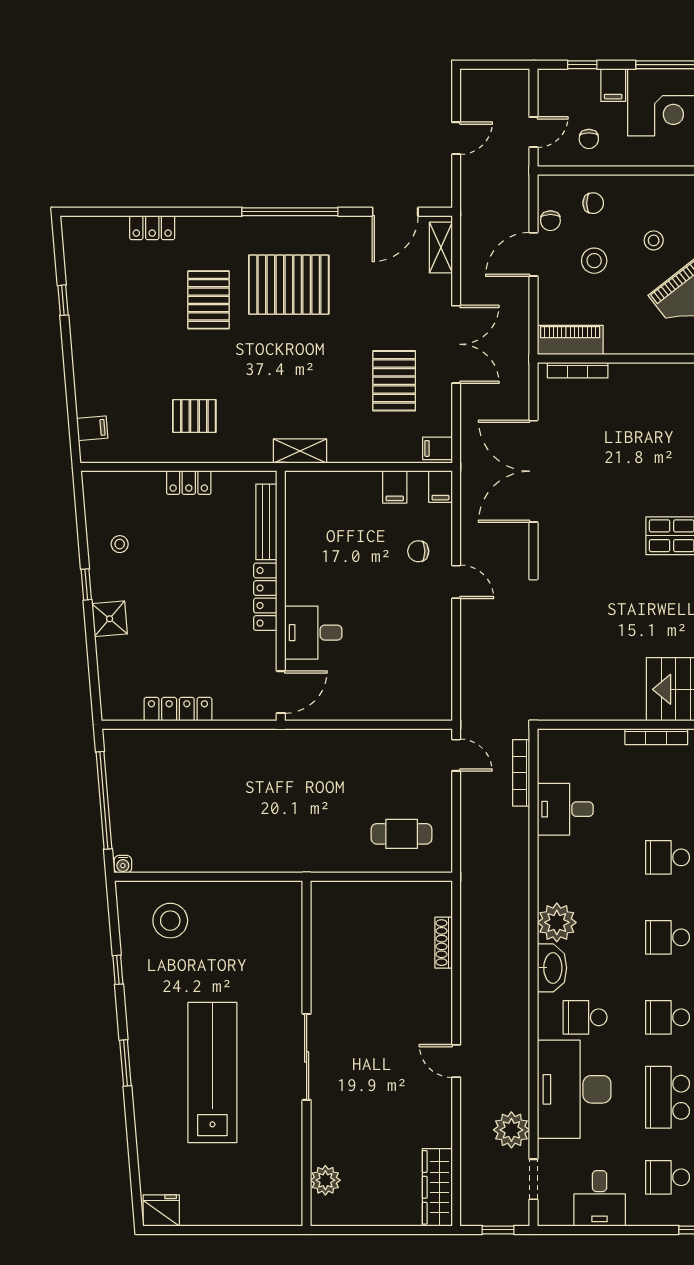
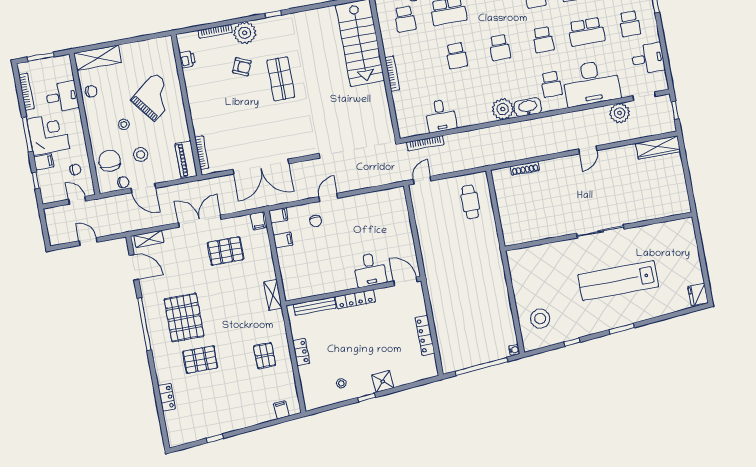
chair: (593, 203) -> (110, 161), width x1.87, depth x1.87
plant: (325, 1180) -> (665, 209), removed

